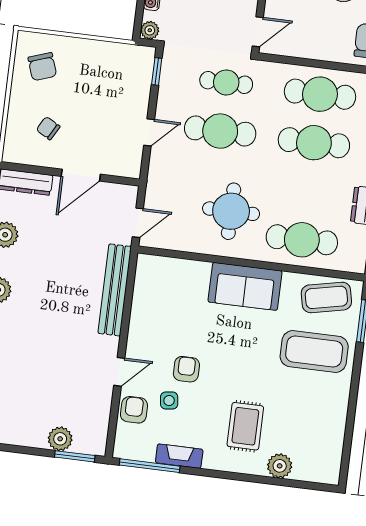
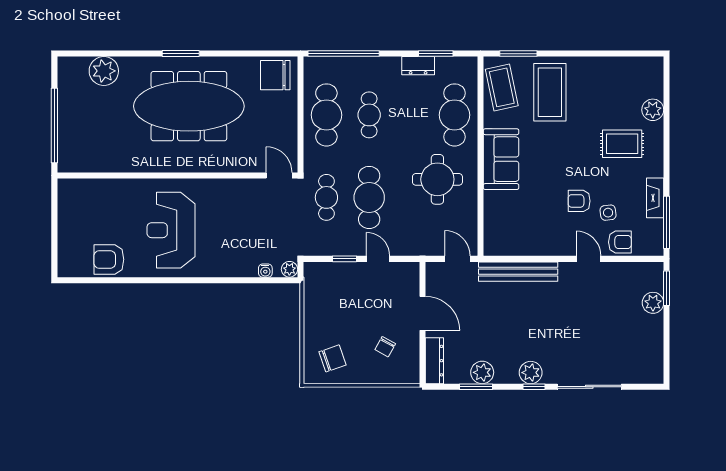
window: (157, 72) -> (345, 259), moved
cafe table: (314, 143) -> (369, 115), width x0.73, depth x0.74
armchair: (134, 410) -> (620, 242), turned 180

